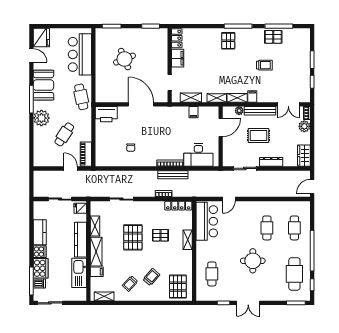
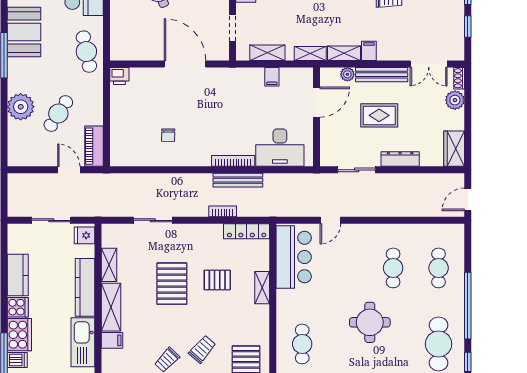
printer: (106, 114) -> (119, 76), width x0.53, depth x0.68
plant: (41, 118) -> (21, 107), moved

